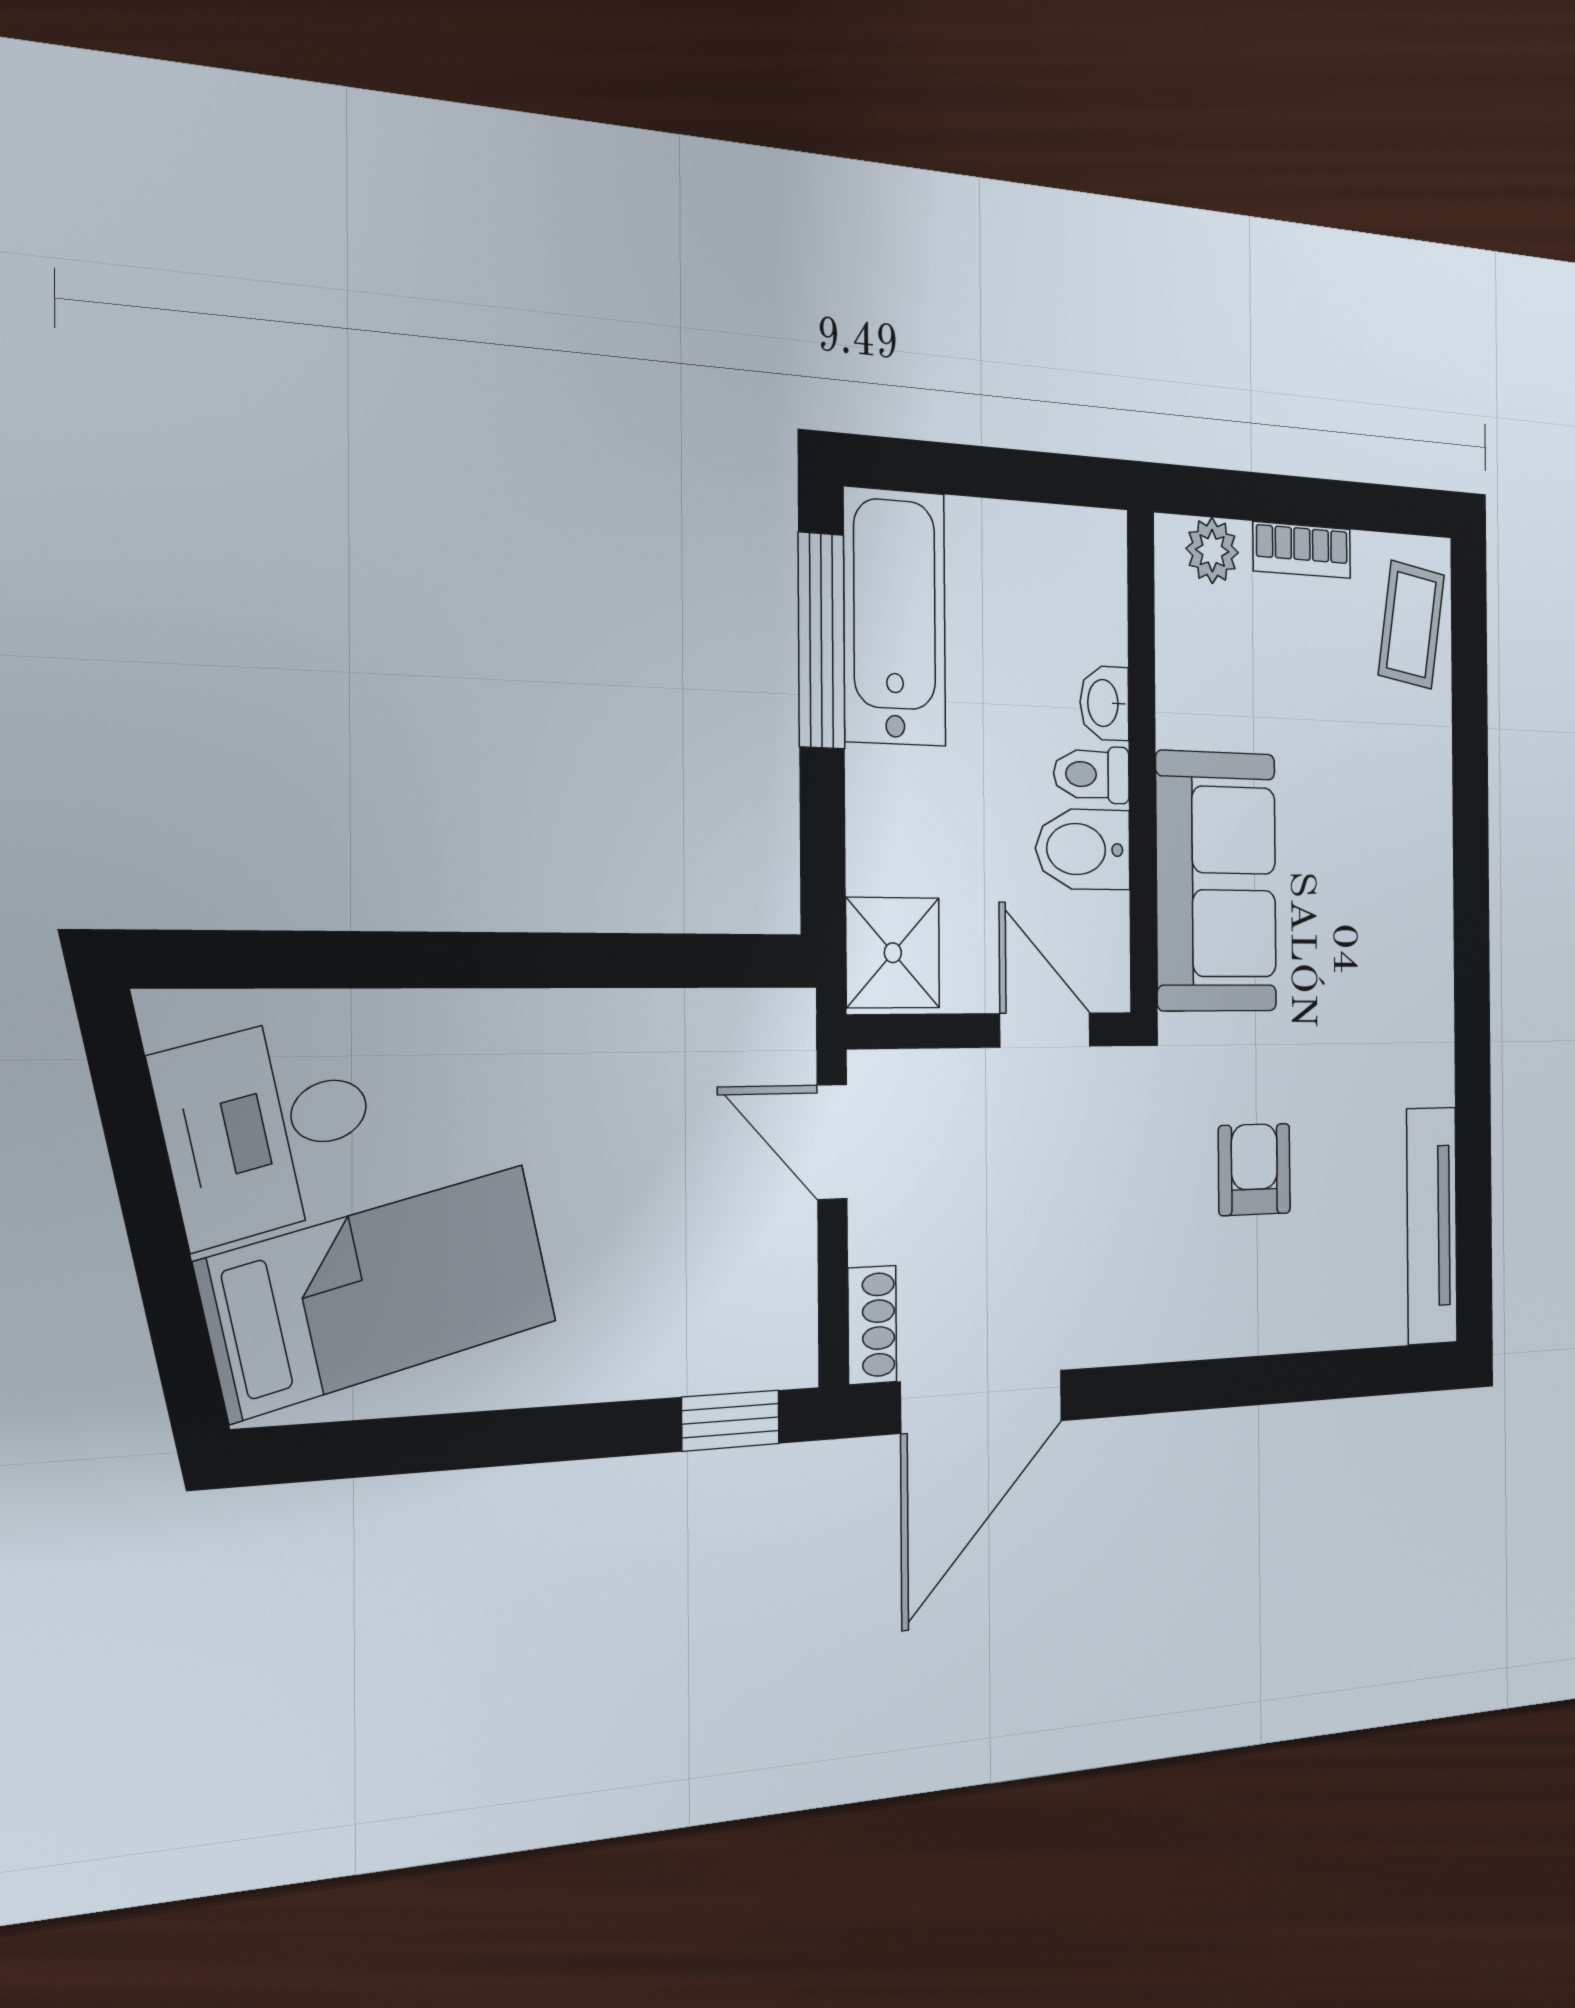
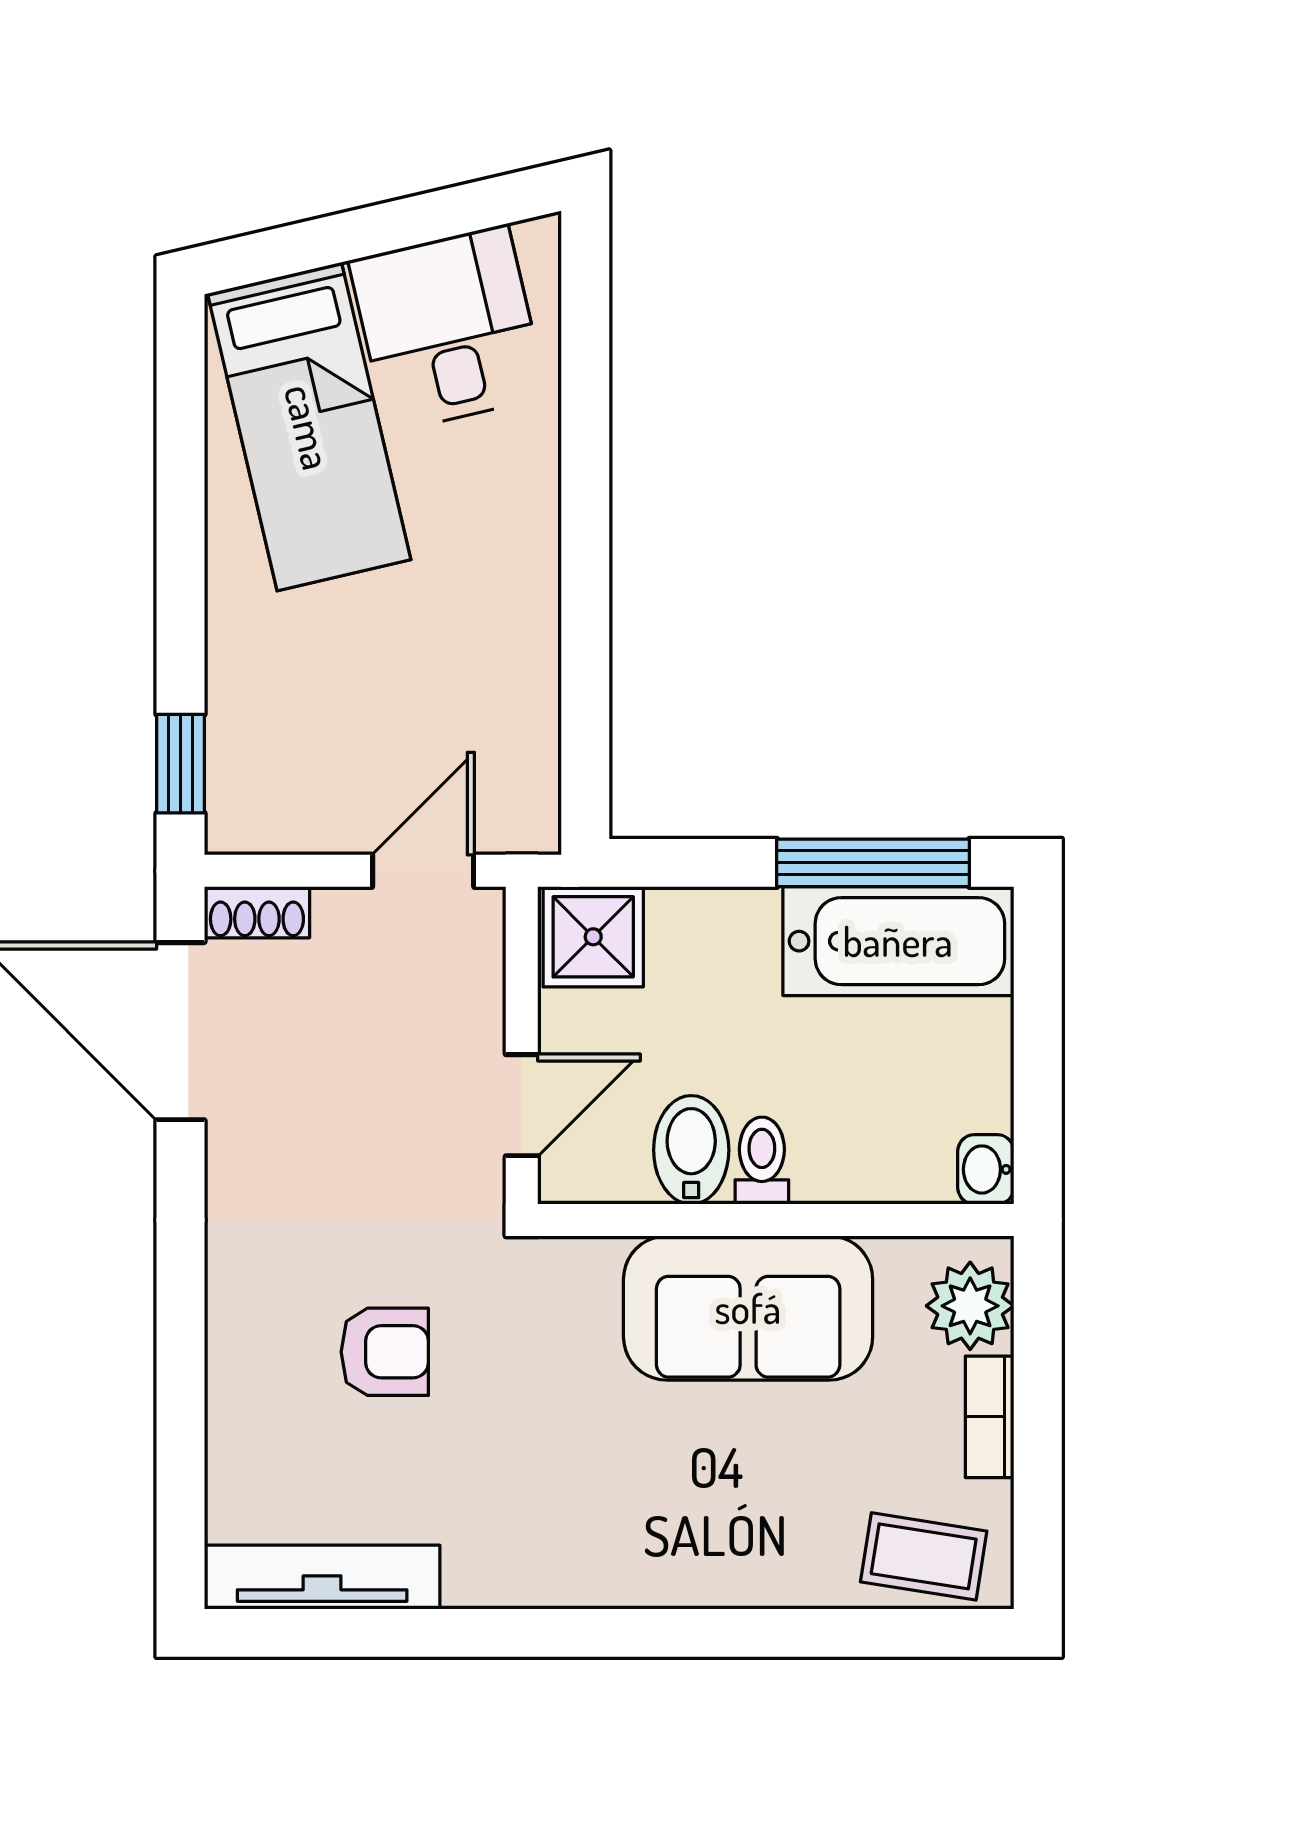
plant: (1212, 551) -> (970, 1306), width x1.38, depth x1.38
washbasin: (1104, 703) -> (986, 1169), moved, turned -90
sofa: (1216, 881) -> (748, 1308), moved

